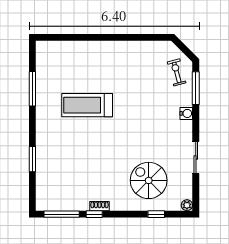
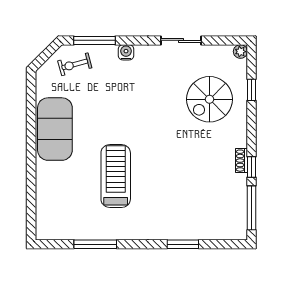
exercise mat: (125, 56) -> (55, 129), added
treadmill: (87, 105) -> (116, 176), turned 180

